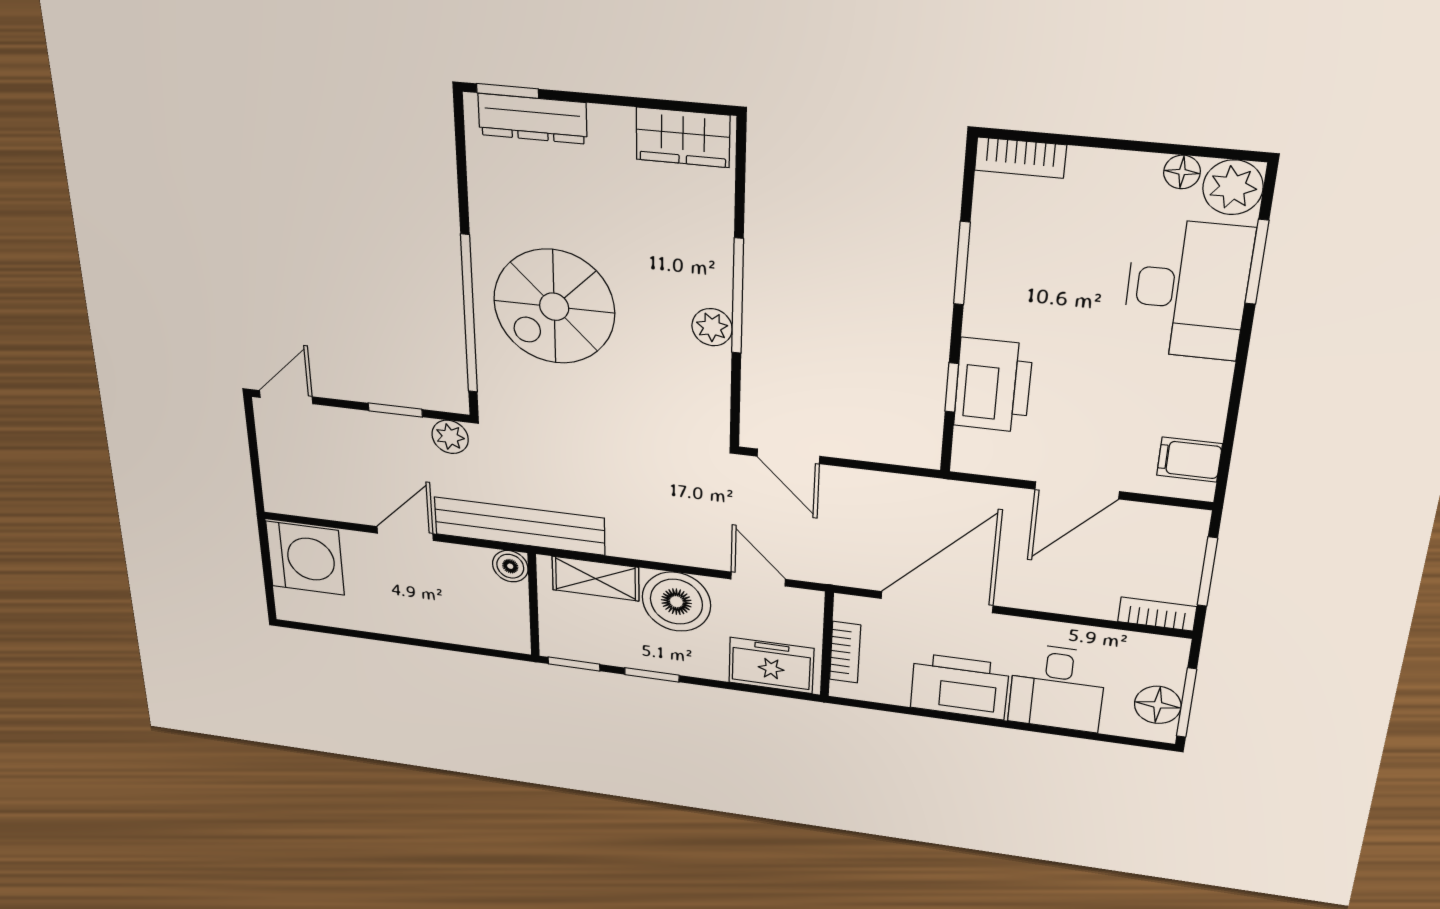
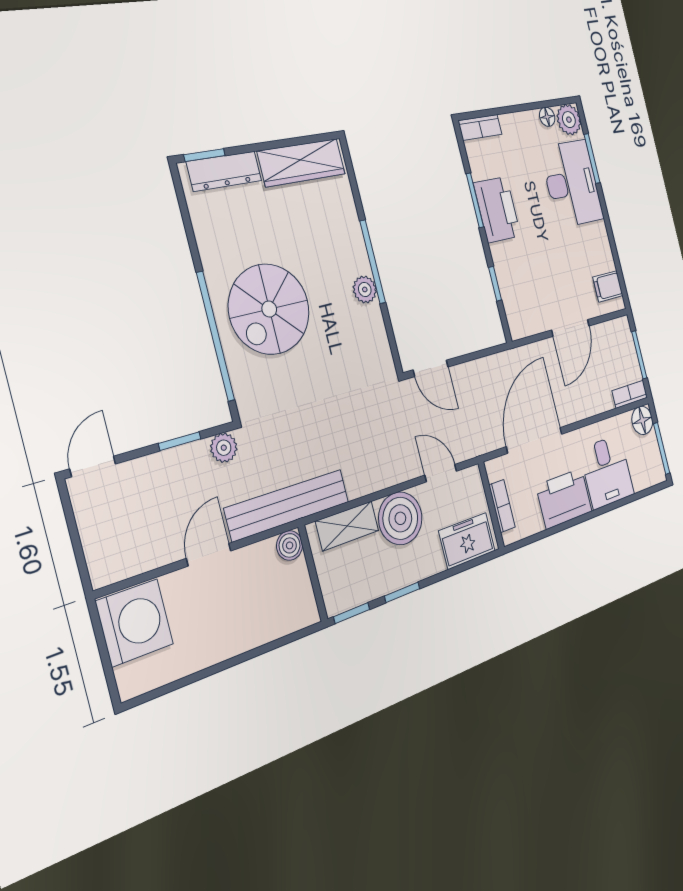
wardrobe: (683, 137) -> (302, 163), width x1.50
printer: (993, 385) -> (497, 210), moved
floor lamp: (1158, 705) -> (642, 420), moved

